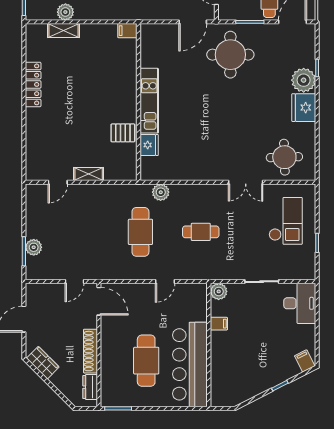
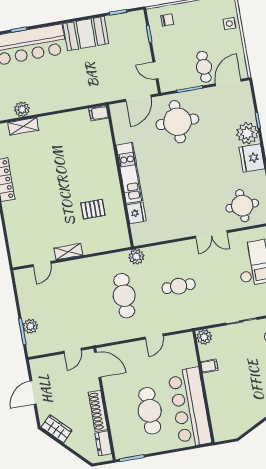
filing cabinet: (127, 31) -> (99, 113), moved
kitchen unit: (149, 101) -> (129, 173), moved
wall: (139, 102) -> (120, 176), moved
fridge: (149, 145) -> (136, 213), moved

